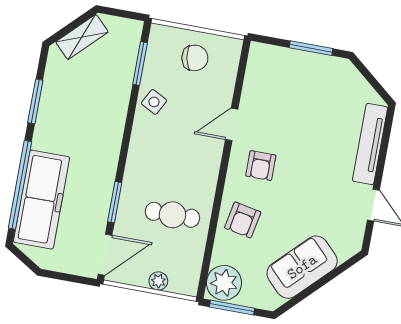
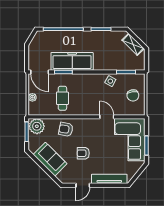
corner sofa: (292, 83) -> (130, 140), added
armchair: (261, 166) -> (83, 153), moved
freezer: (42, 200) -> (72, 61), moved, turned 180

